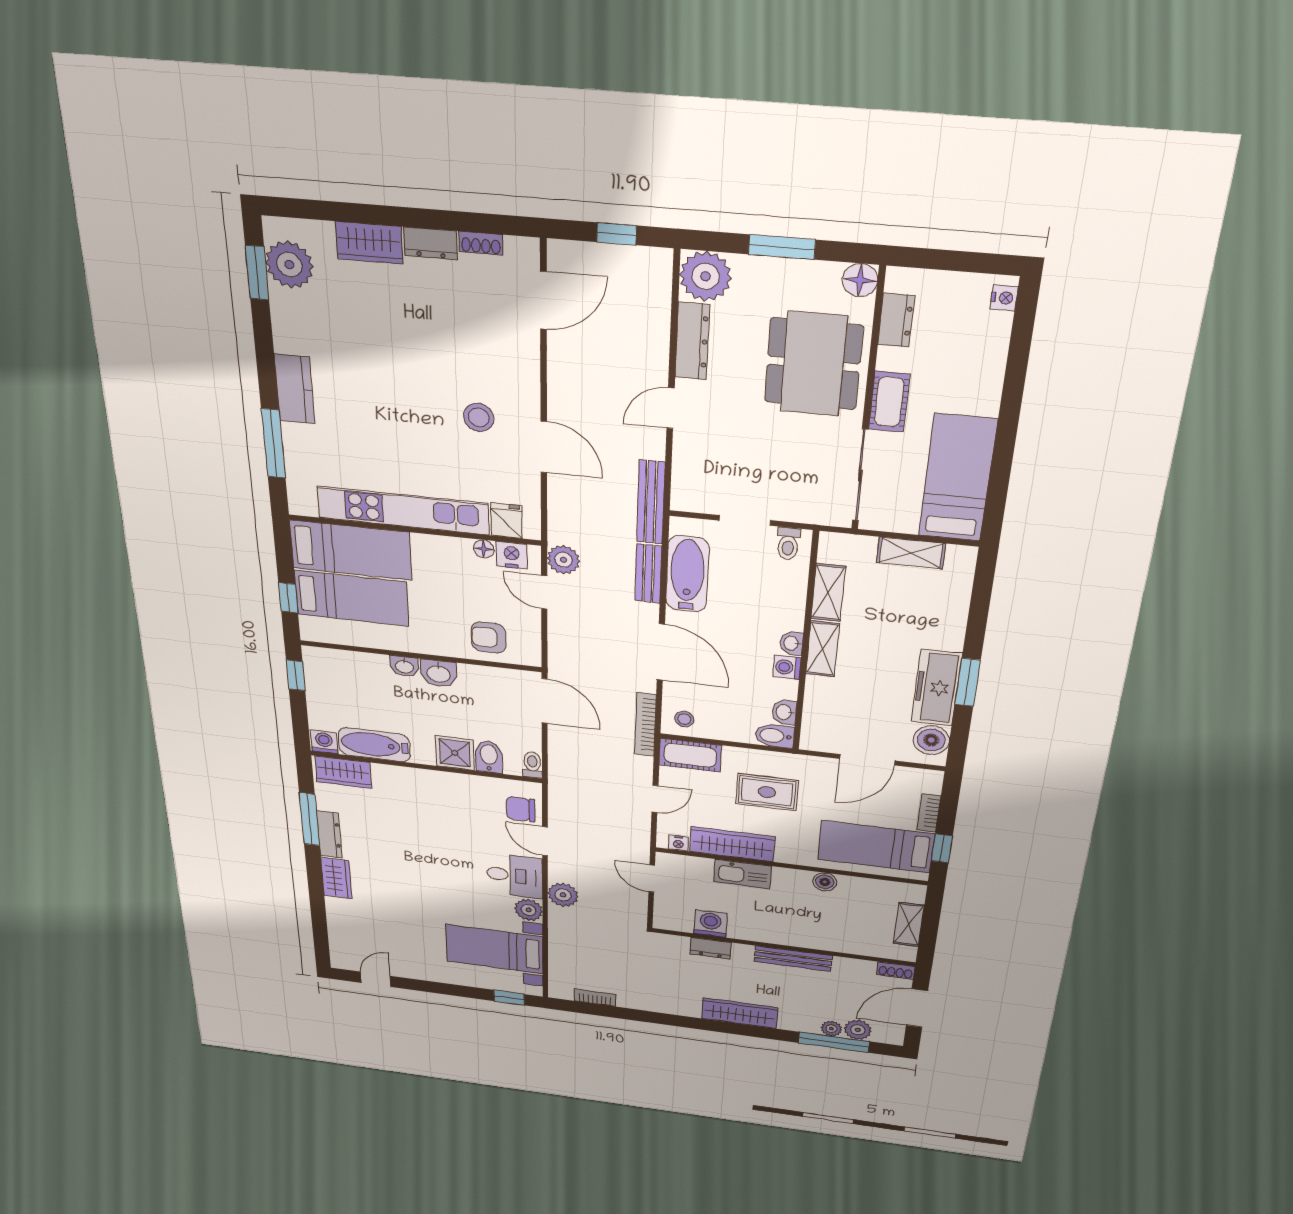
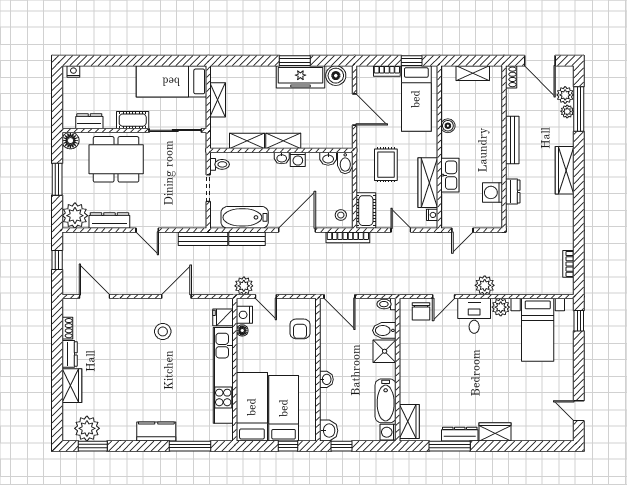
door: (544, 592) -> (266, 297), hinge flipped
washbasin: (439, 673) -> (329, 431), moved
door: (545, 701) -> (339, 297), swing flipped

